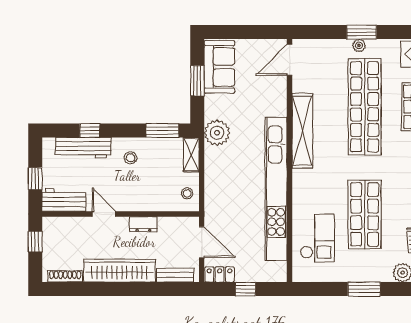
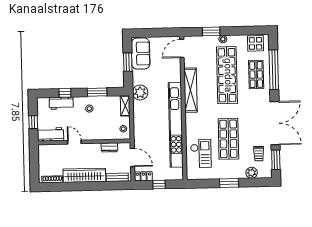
window: (362, 32) -> (211, 31), moved
window: (162, 130) -> (97, 92), moved
workbench: (83, 148) -> (61, 103), width x0.73
dresser: (143, 224) -> (109, 147), moved
window: (35, 242) -> (34, 159), removed

